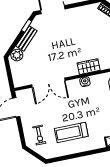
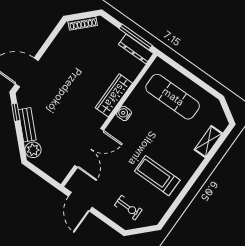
wardrobe: (89, 67) -> (114, 95), width x1.50
treadmill: (71, 132) -> (157, 176), turned 90

